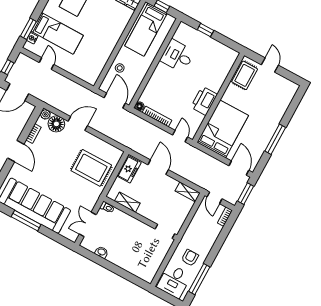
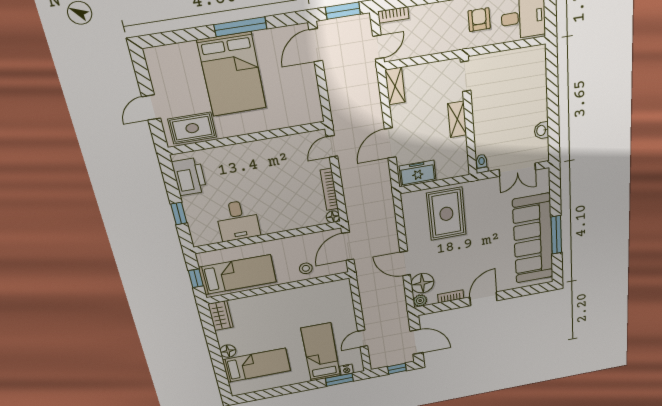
printer: (204, 101) -> (189, 177), moved, turned -90
bed: (223, 129) -> (232, 74), moved, turned -90
shelving: (127, 202) -> (457, 119), moved
armchair: (190, 258) -> (479, 20), turned 90

